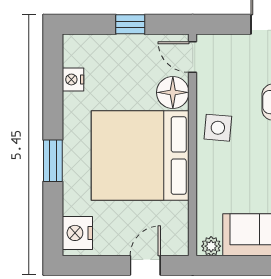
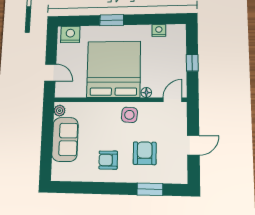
floor lamp: (173, 92) -> (146, 93), width x0.53, depth x0.53

